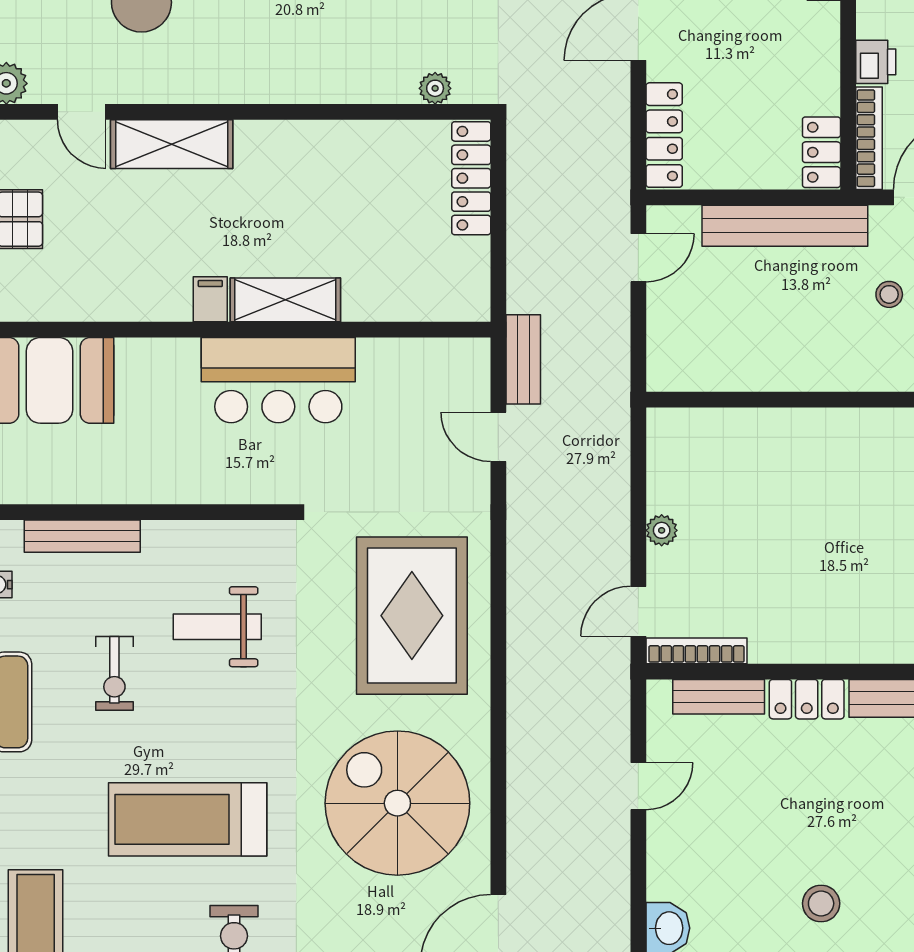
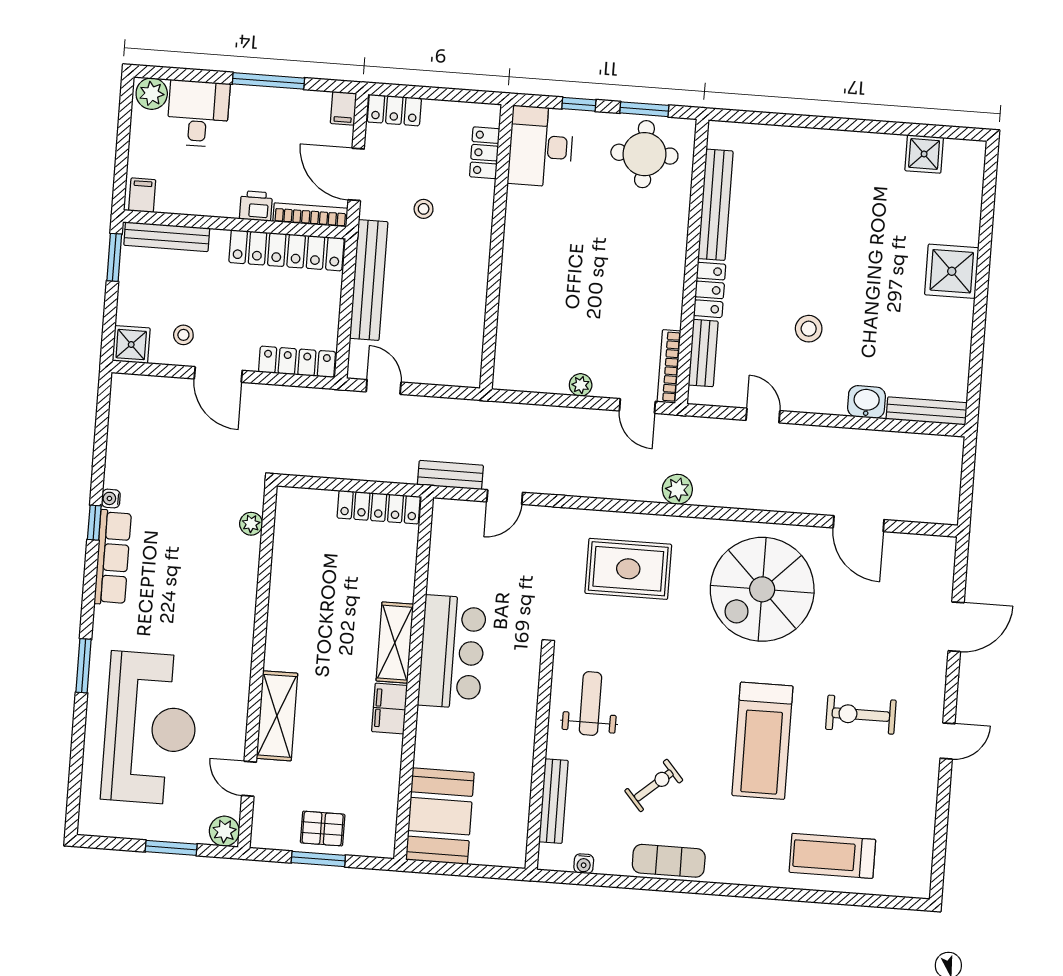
door: (82, 112) -> (249, 779), swing flipped
locker: (821, 152) -> (286, 250), width x2.16, depth x1.21
locker: (471, 178) -> (379, 507), moved
filing cabinet: (210, 299) -> (389, 709), width x2.00
rug: (412, 616) -> (628, 569), width x0.73, depth x0.69
weight bench: (217, 627) -> (590, 704), moved, turned 180
exercise bike: (114, 673) -> (654, 785), turned -41
plant: (527, 675) -> (677, 489), added
stool: (821, 903) -> (809, 329), moved

